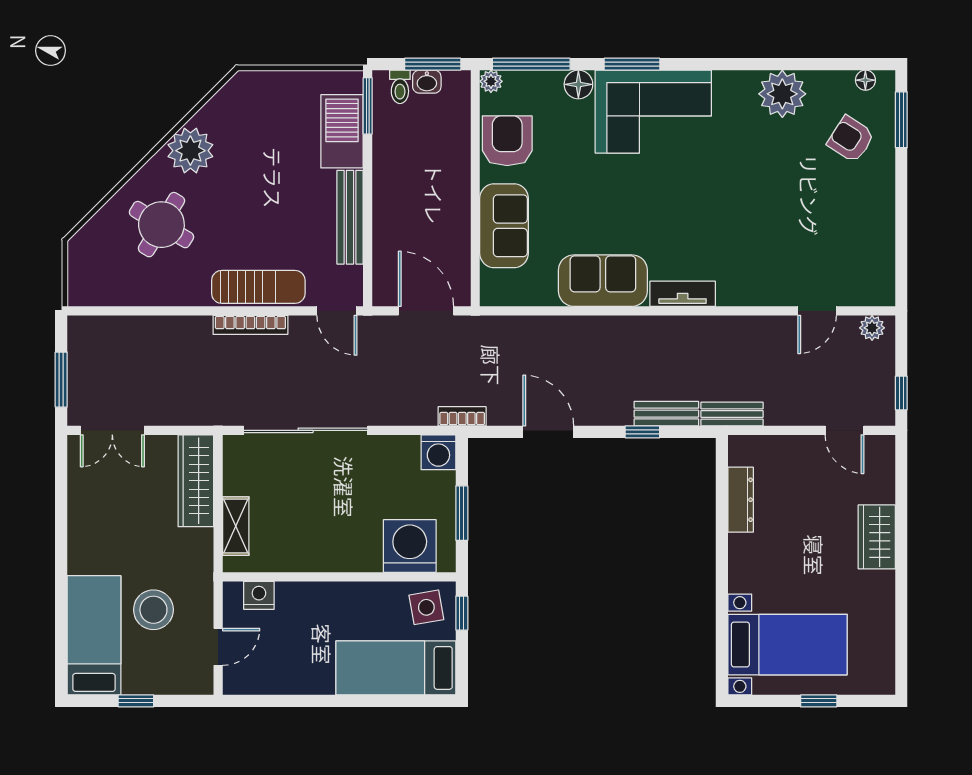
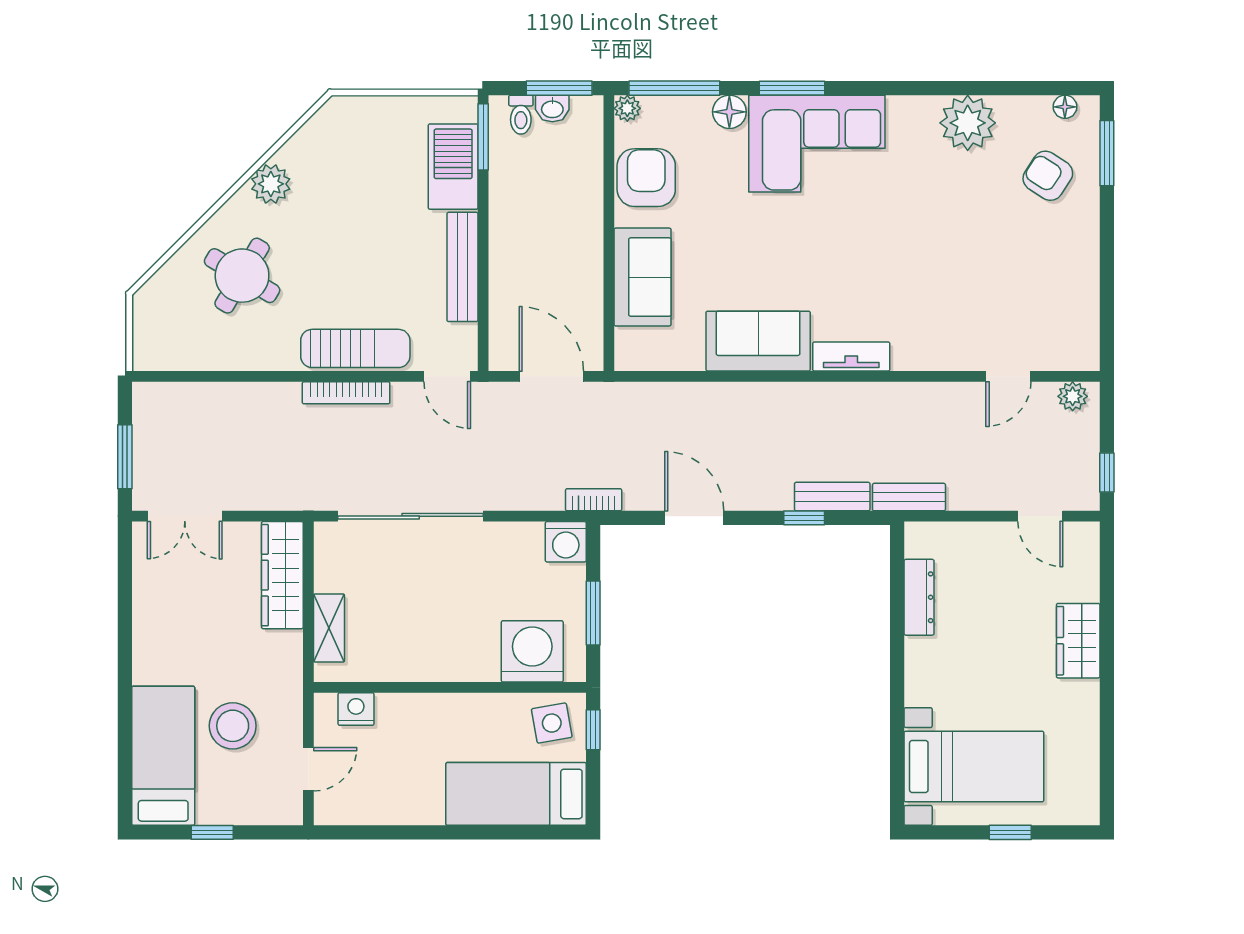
plant: (190, 151) -> (271, 184), width x0.73, depth x0.73

